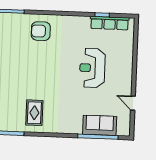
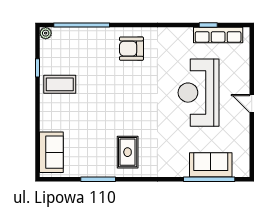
reception desk: (92, 68) -> (199, 93), width x1.36, depth x1.30
door: (133, 103) -> (252, 104), moved

